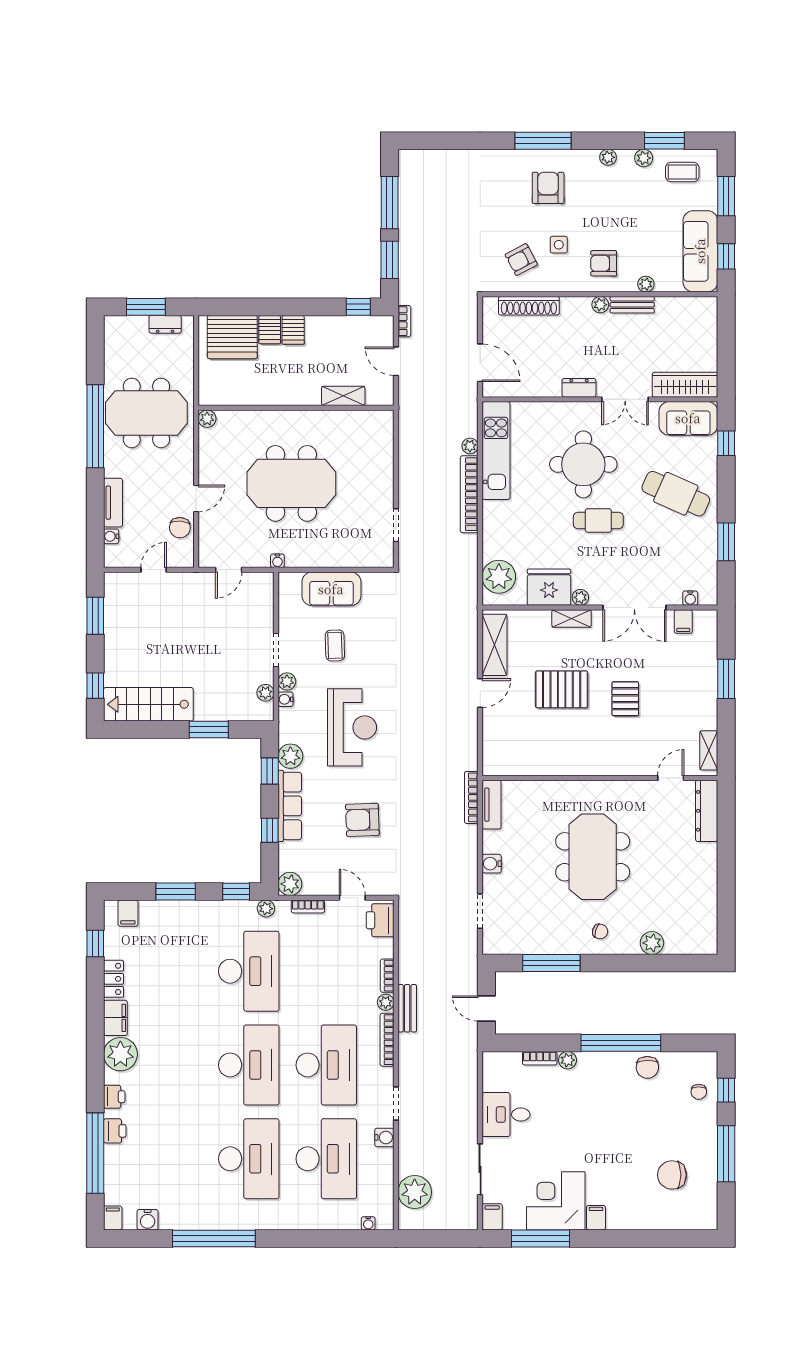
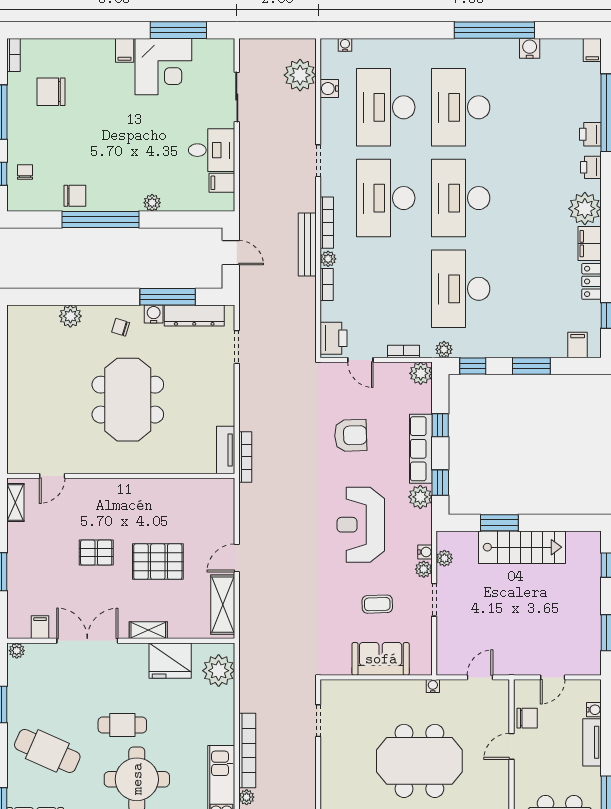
chair: (180, 528) -> (527, 718), turned 86
plant: (580, 597) -> (17, 651), moved
water cooler: (690, 598) -> (33, 650), removed
coffee table: (335, 645) -> (377, 604), turned 90
pallet: (625, 699) -> (96, 553), turned 90
stairs: (148, 704) -> (522, 547), moved
dresser: (707, 811) -> (194, 316), moved, turned 90
water cooler: (492, 864) -> (154, 314), moved, turned -90
bench: (407, 1008) -> (307, 245), width x1.36
bookcase: (540, 1058) -> (13, 55), moved, turned 90
chair: (647, 1067) -> (75, 196), turned 91
water cooler: (384, 1137) -> (329, 89), moved
chair: (672, 1175) -> (51, 92), turned 180
filing cabinet: (492, 1217) -> (222, 183), moved, turned 90
water cooler: (148, 1220) -> (530, 48), moved

